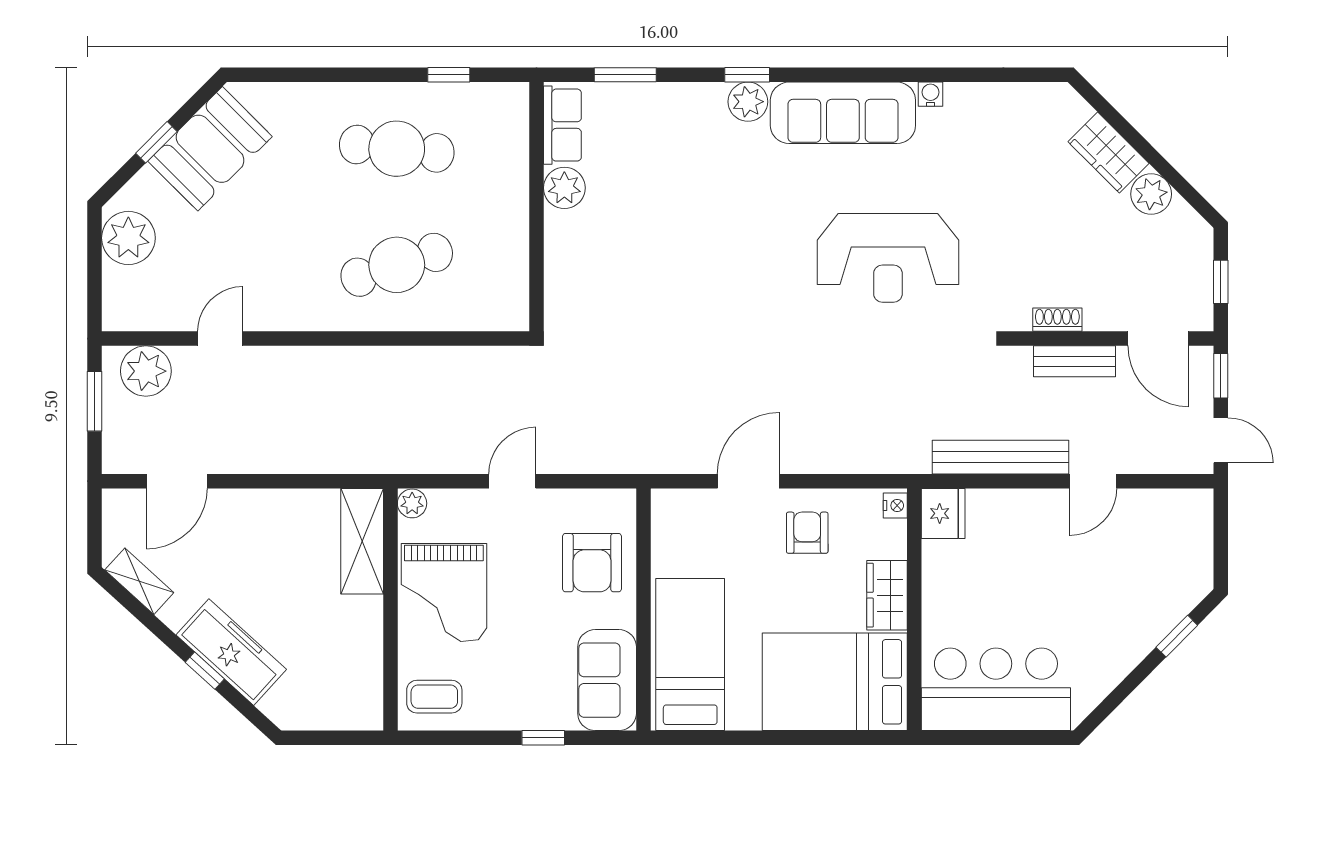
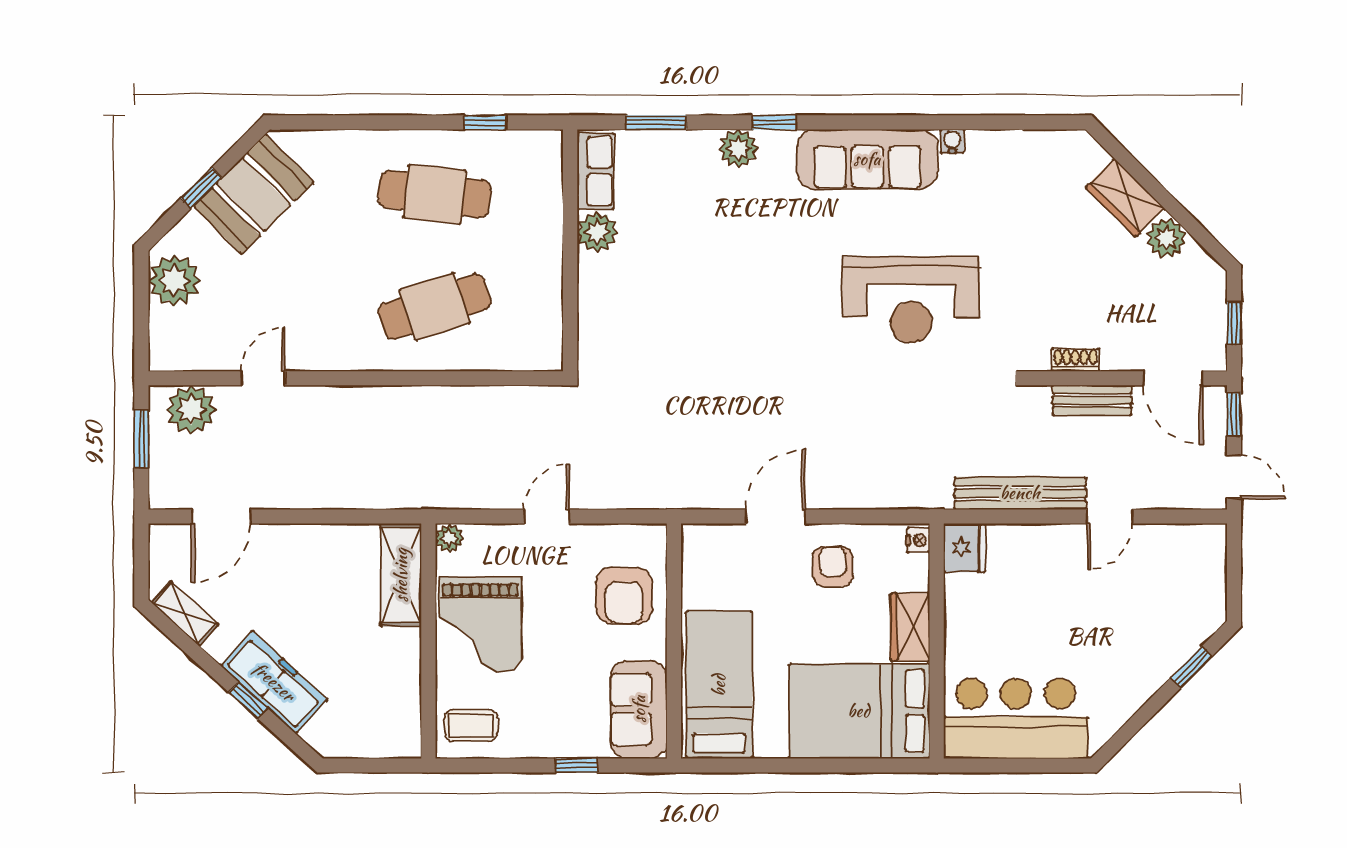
plant: (748, 102) -> (738, 148), moved

